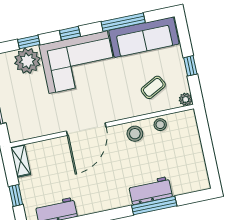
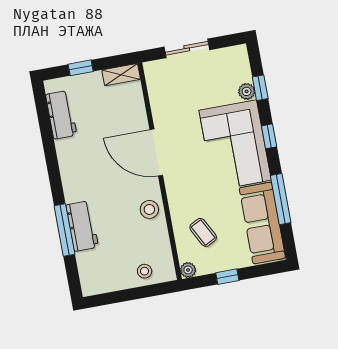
plant: (27, 61) -> (247, 91), width x0.53, depth x0.53
stool: (160, 125) -> (145, 271), moved

